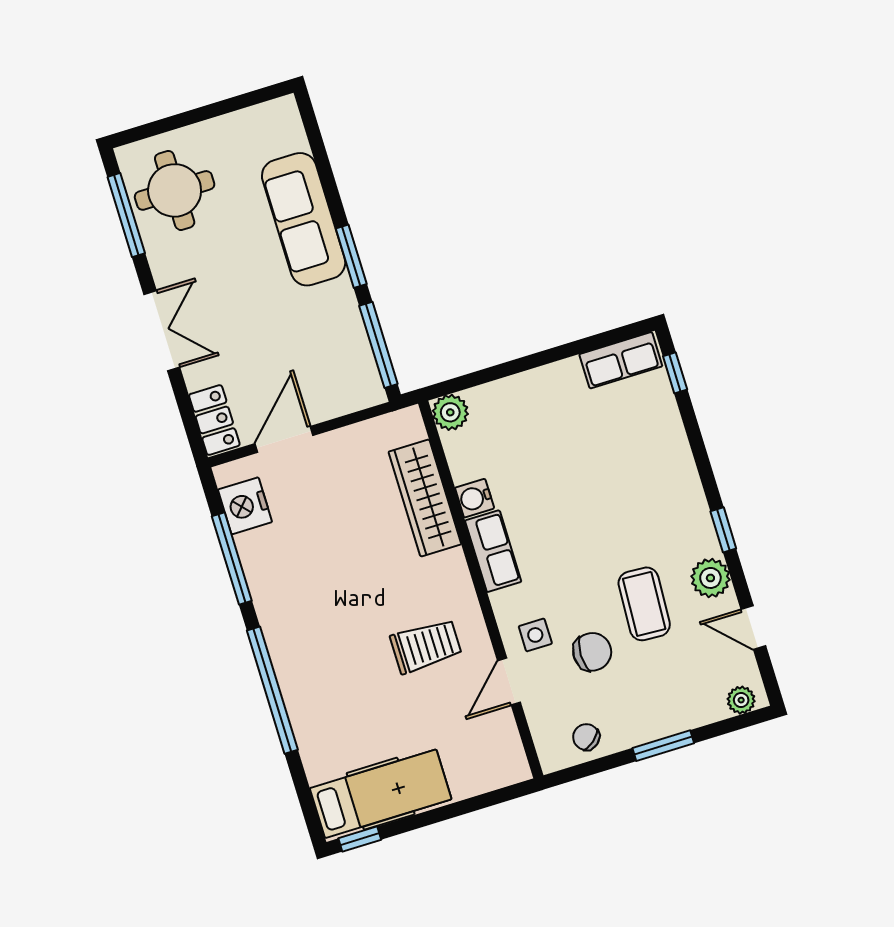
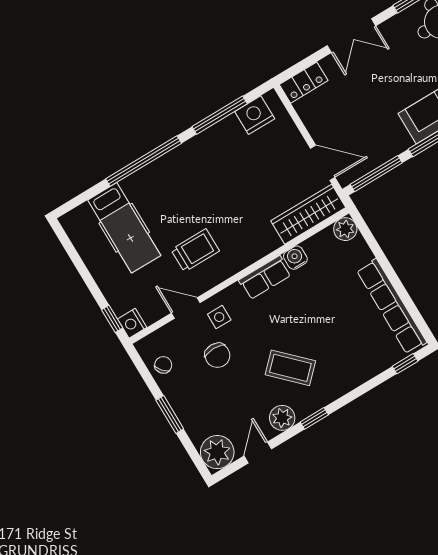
row of seats: (621, 360) -> (392, 306), width x2.02
door: (284, 439) -> (323, 163), moved
wardrobe: (425, 498) -> (308, 214), moved
coffee table: (644, 604) -> (290, 368), moved, turned 42
trolley: (426, 646) -> (195, 250), turned -90
plant: (741, 700) -> (217, 452), width x1.88, depth x1.88
nightstand: (512, 768) -> (132, 323), added
hospital bed: (381, 794) -> (124, 228), moved
window: (360, 839) -> (112, 319), moved

